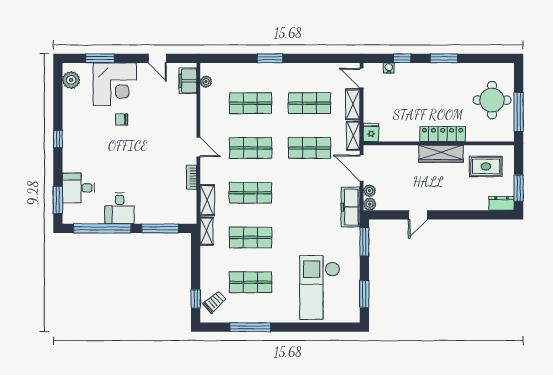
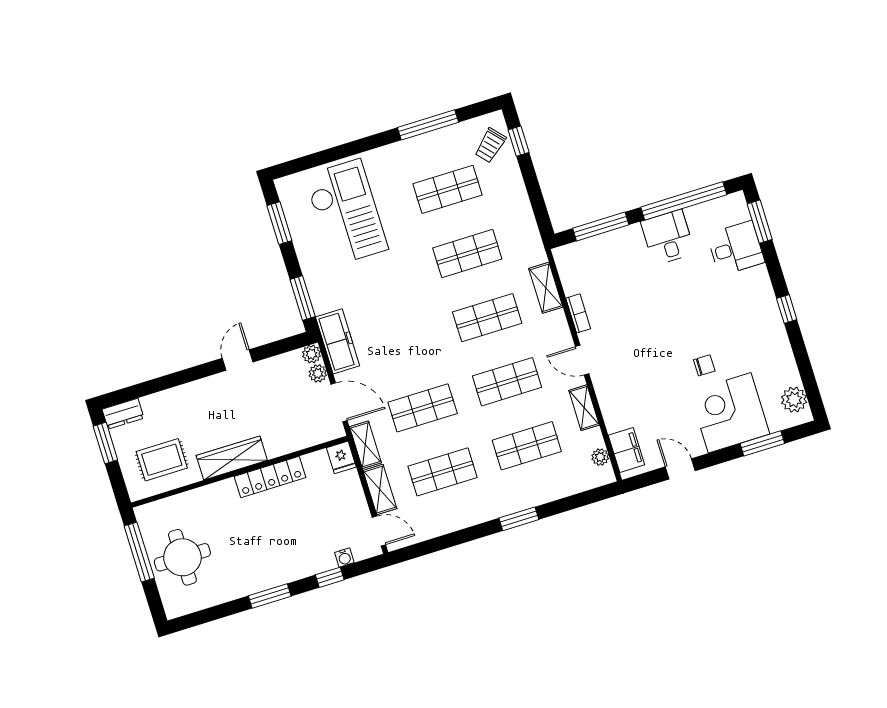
locker: (443, 134) -> (270, 477), moved
shelving: (207, 231) -> (584, 408), moved

